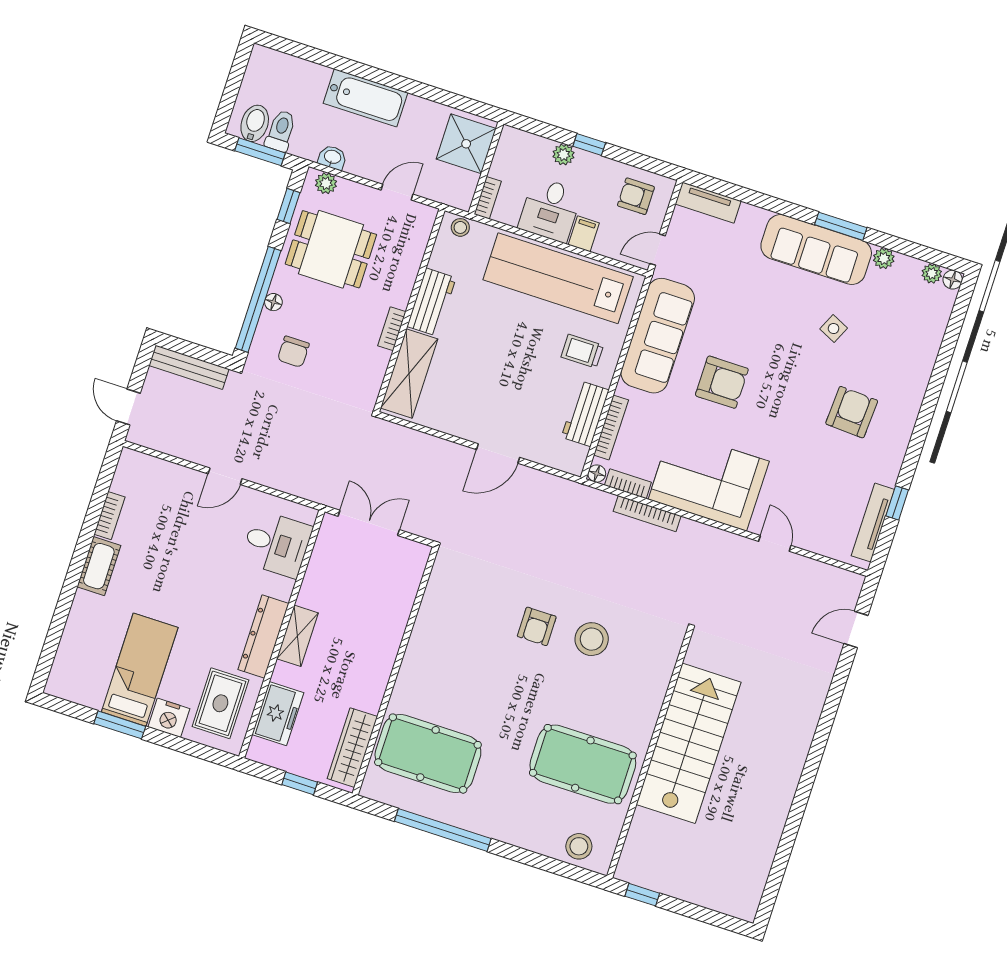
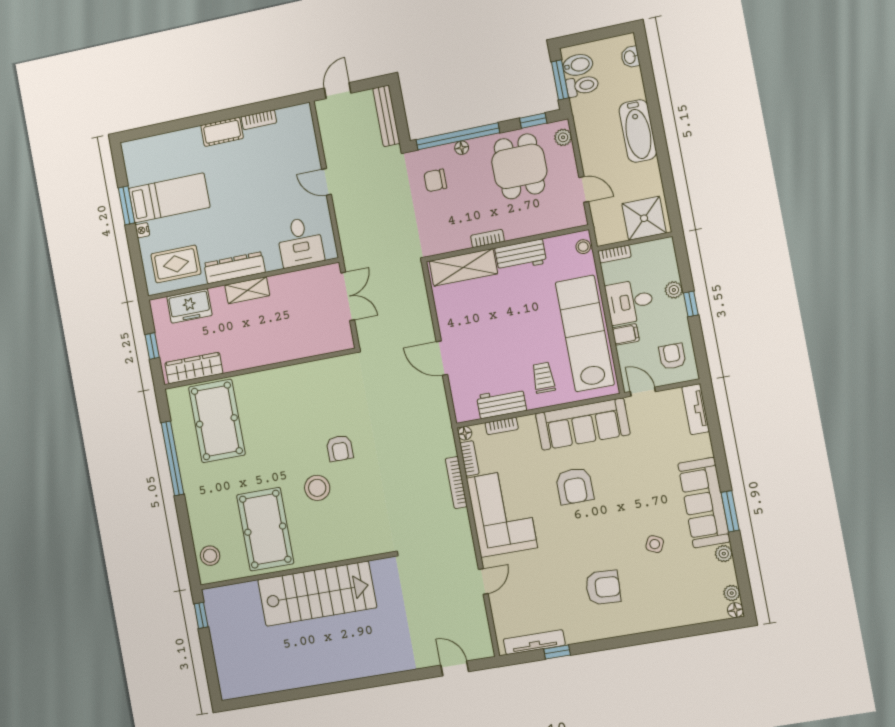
washbasin: (332, 157) -> (630, 57), moved, turned 180
bookcase: (611, 427) -> (502, 426), width x0.64
armchair: (537, 626) -> (340, 448), turned -90
stool: (592, 639) -> (317, 488), moved
nightstand: (169, 718) -> (142, 230), width x0.53, depth x0.56

